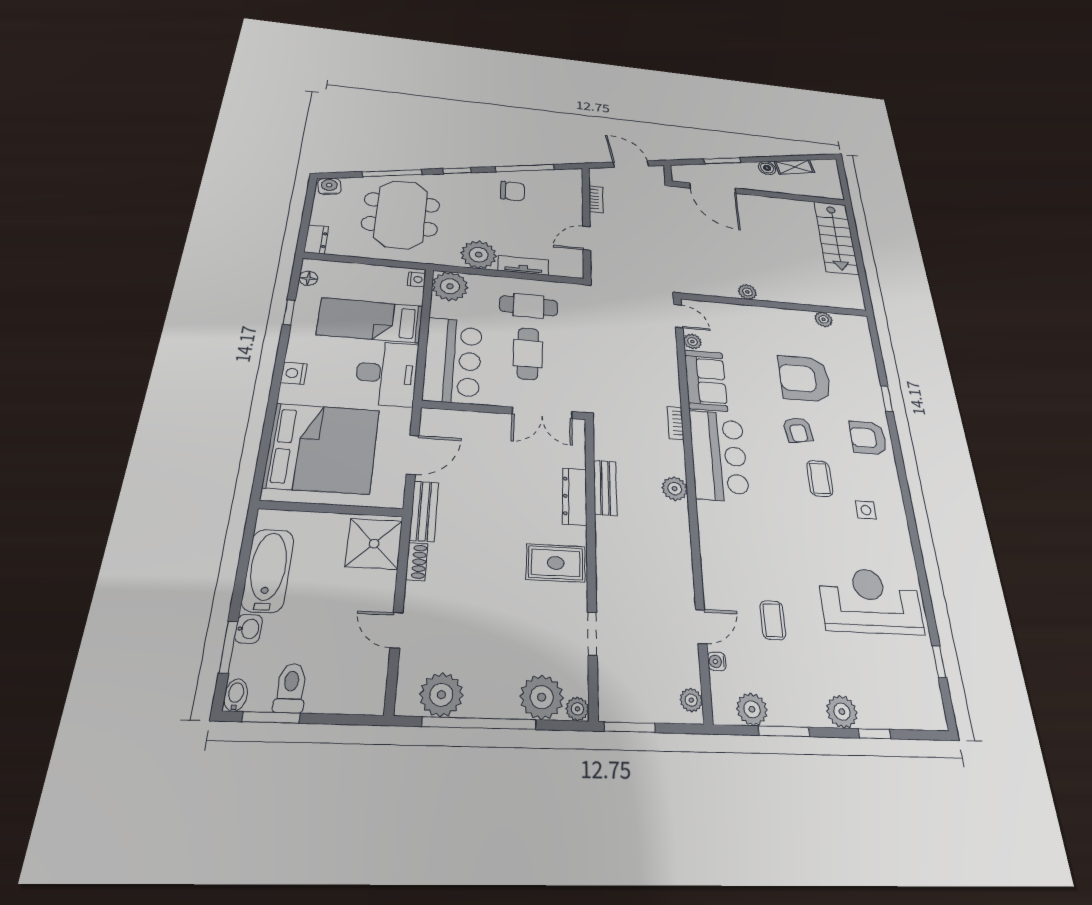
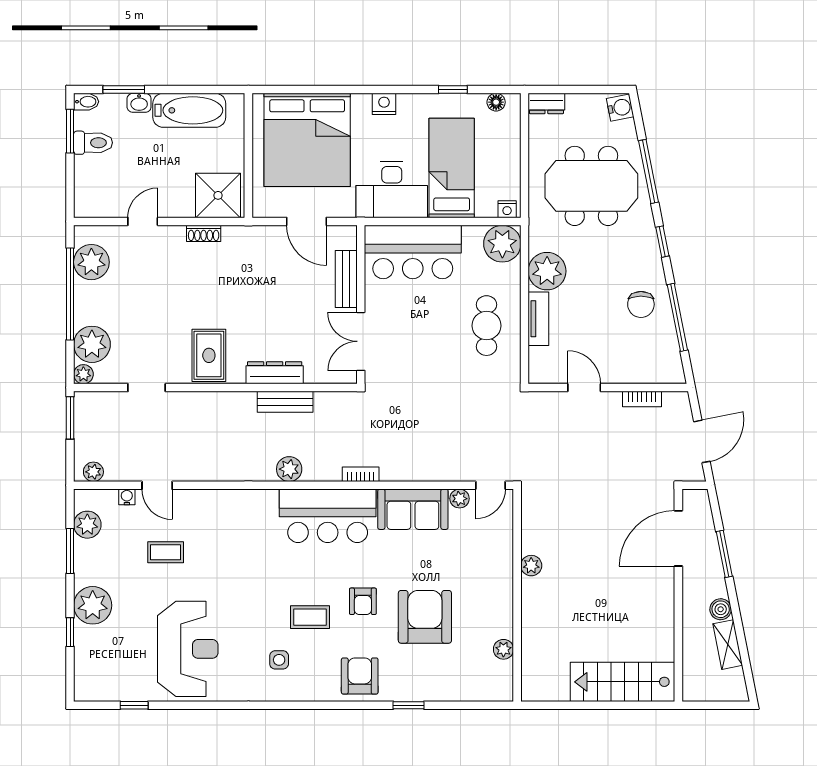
cafe table: (528, 354) -> (428, 326), removed
armchair: (798, 430) -> (363, 601), turned -81
bench: (424, 511) -> (346, 279), moved, turned 90
plant: (842, 712) -> (93, 605), width x1.36, depth x1.36

